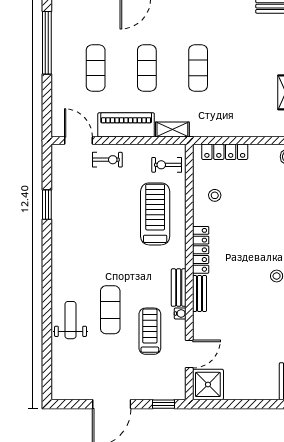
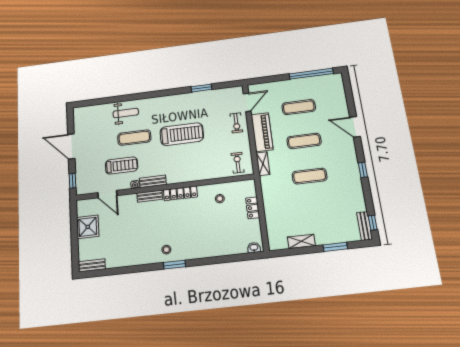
locker: (225, 152) -> (253, 208), width x0.66
treadmill: (155, 214) -> (182, 134), moved
shower: (208, 384) -> (88, 227), moved

